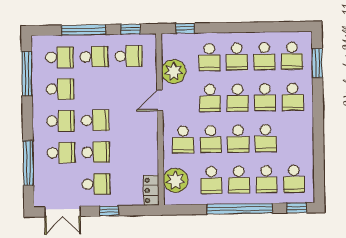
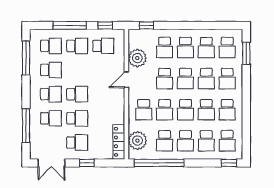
school desk: (293, 138) -> (227, 110), added
locker: (151, 190) -> (119, 142), width x1.53
window: (240, 209) -> (159, 163), moved

